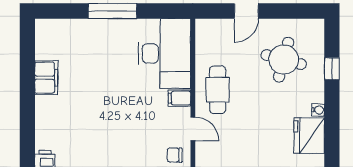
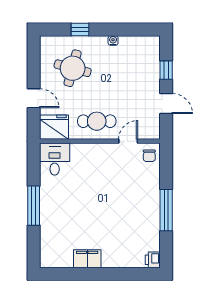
desk: (164, 53) -> (55, 159), width x0.53, depth x0.77
filing cabinet: (179, 98) -> (104, 152), removed
fridge: (309, 136) -> (54, 127), moved, turned 180

